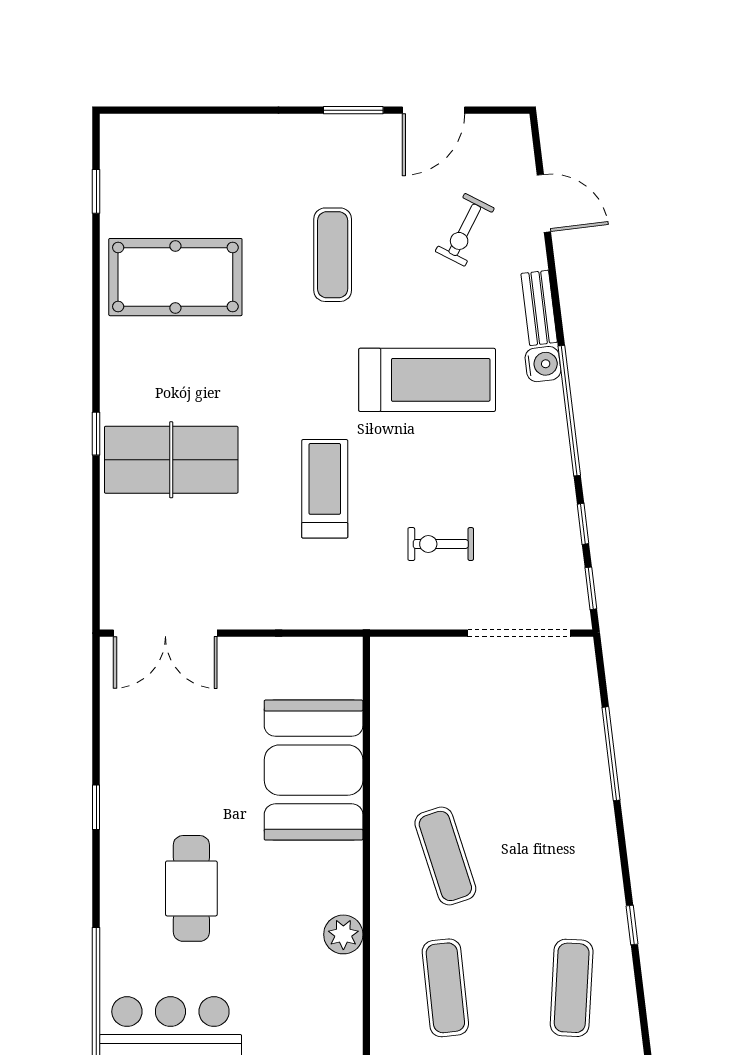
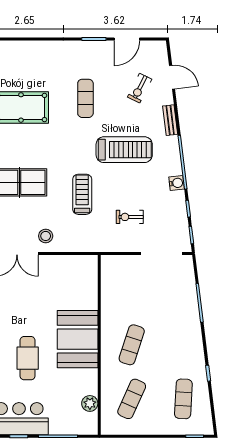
water cooler: (543, 364) -> (177, 183), moved
stool: (236, 590) -> (46, 236), added
booth: (314, 770) -> (78, 339), moved
exercise mat: (445, 856) -> (132, 345), turned 36
plant: (343, 934) -> (90, 403), moved
exercise mat: (445, 988) -> (132, 399), turned 30

